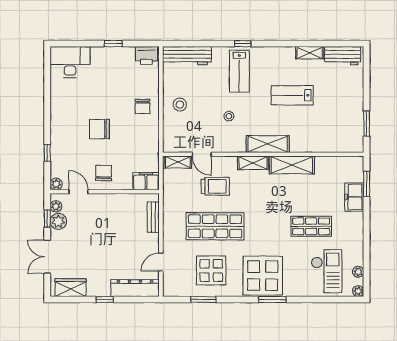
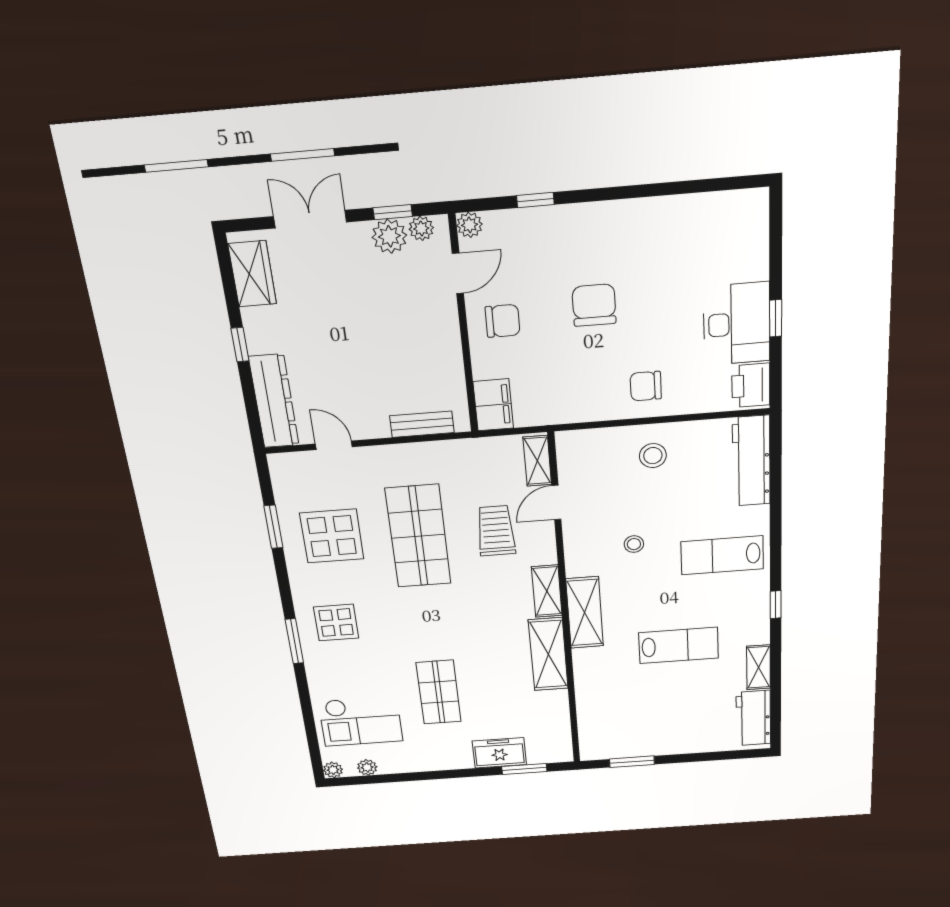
window: (243, 44) -> (776, 605), moved
desk: (70, 62) -> (737, 324), moved
lab bench: (292, 95) -> (678, 645), turned 90
trolley: (215, 186) -> (496, 531), turned 180
display table: (263, 276) -> (336, 623), width x0.54, depth x0.54

